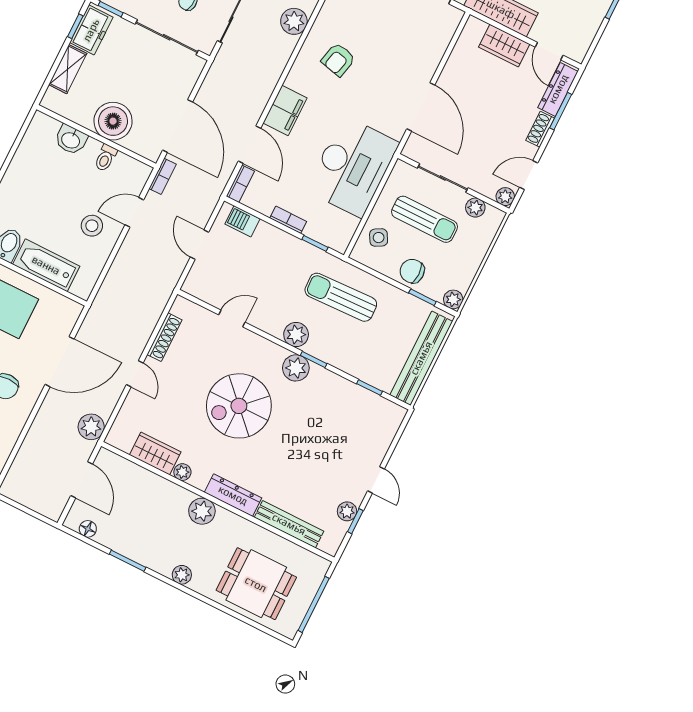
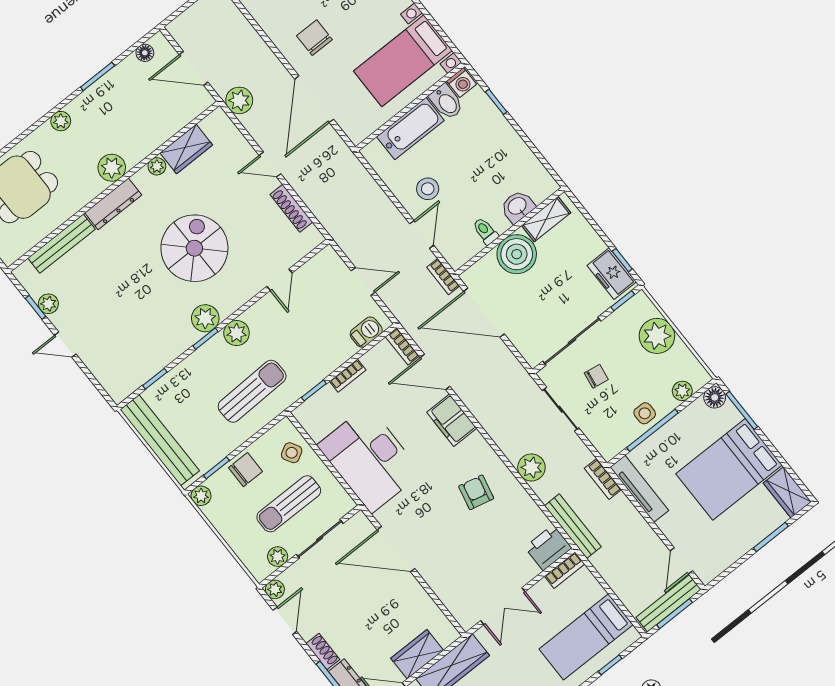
shelving: (68, 69) -> (546, 219), moved, turned 90

